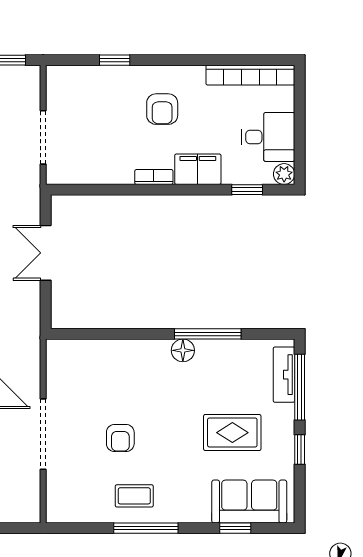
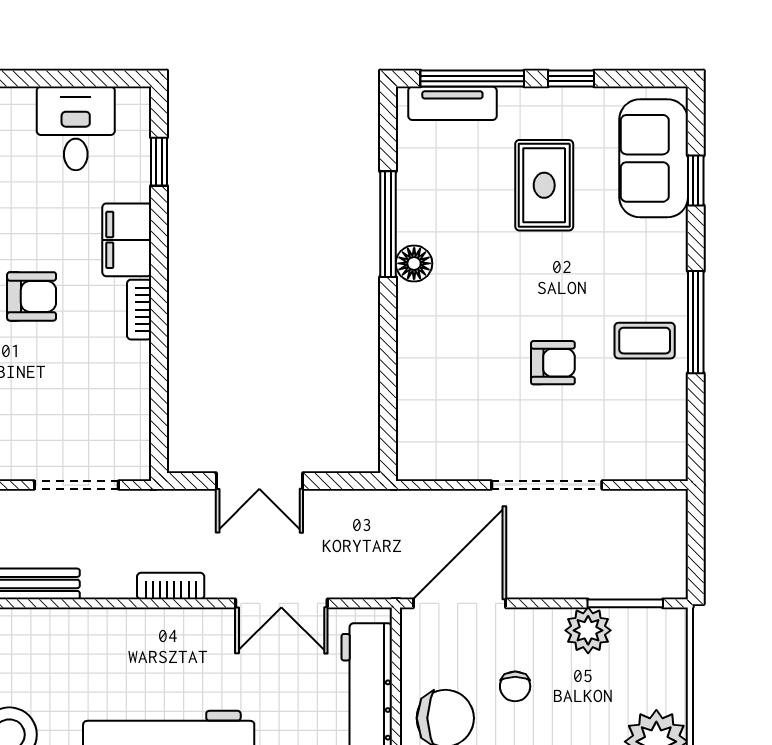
plant: (284, 174) -> (134, 103), removed
coffee table: (134, 496) -> (645, 341), turned 90

